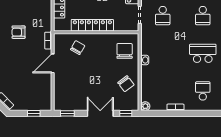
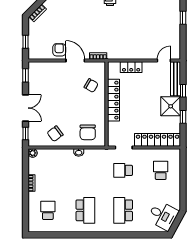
school desk: (203, 16) -> (123, 210), width x1.85
armchair: (19, 32) -> (59, 50), moved
chair: (125, 51) -> (88, 132), turned 90
school desk: (203, 91) -> (48, 210), turned -90

